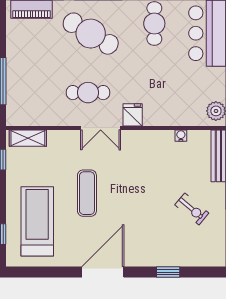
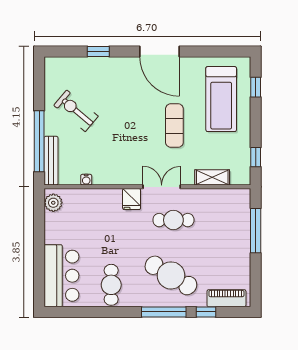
shelving: (28, 138) -> (212, 177), moved
exercise bike: (192, 209) -> (76, 111), width x1.38, depth x1.39
door: (103, 272) -> (159, 51), hinge flipped

